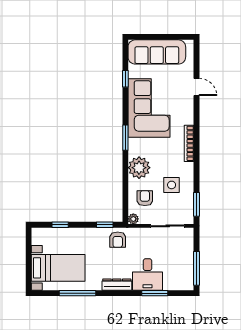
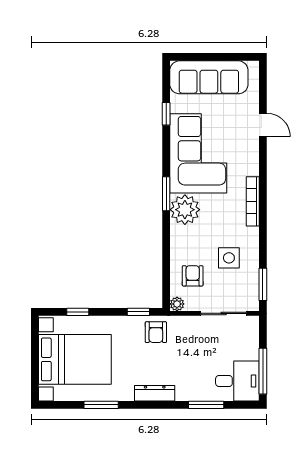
plant: (139, 168) -> (185, 210), moved
bed with nightstands: (58, 268) -> (75, 359), width x1.36
desk: (148, 275) -> (237, 381), moved, turned -90
window: (77, 293) -> (101, 405), width x0.69

